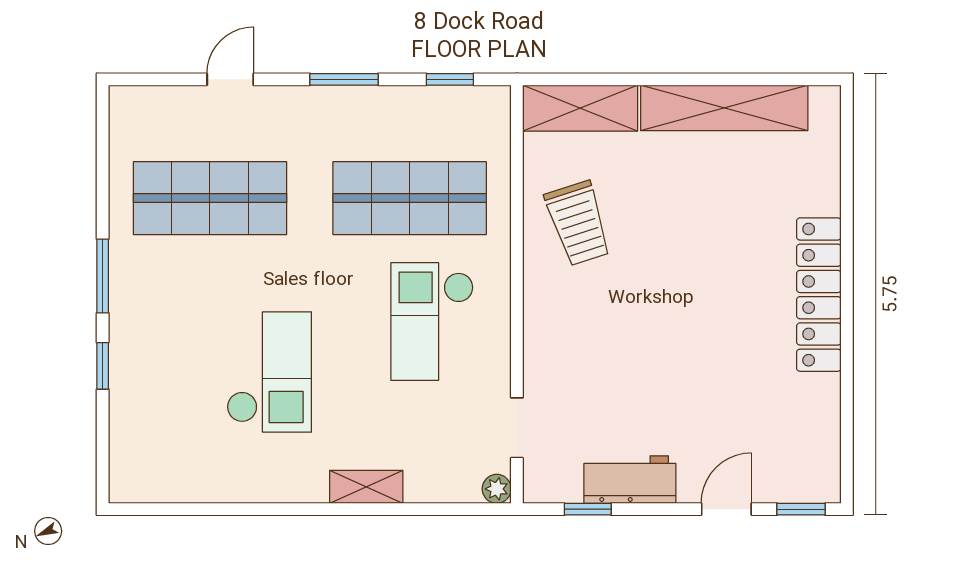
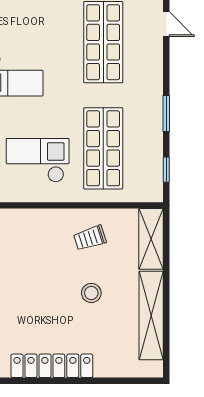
door: (230, 79) -> (166, 24), moved
stool: (682, 220) -> (91, 293), added
trolley: (578, 223) -> (90, 238), width x0.73, depth x0.72

